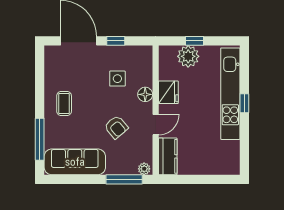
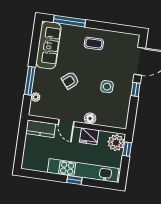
fridge: (168, 92) -> (89, 136), moved
floor lamp: (145, 94) -> (90, 118), moved
wall: (156, 110) -> (77, 125), moved
door: (156, 125) -> (66, 123), moved
kitchen counter: (168, 156) -> (41, 129), moved

